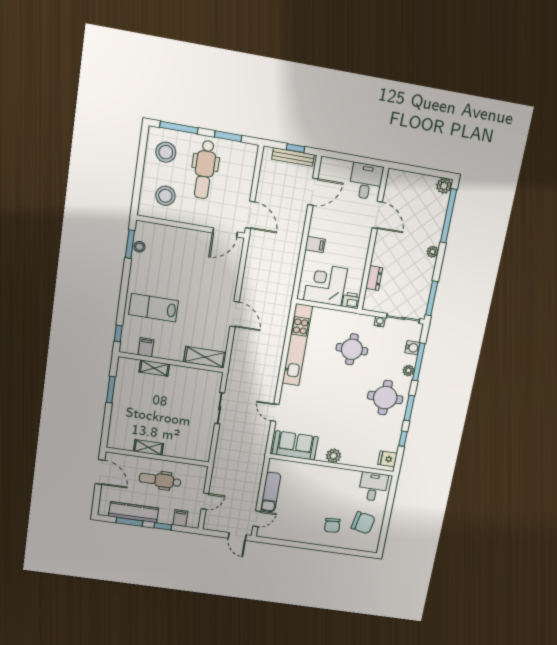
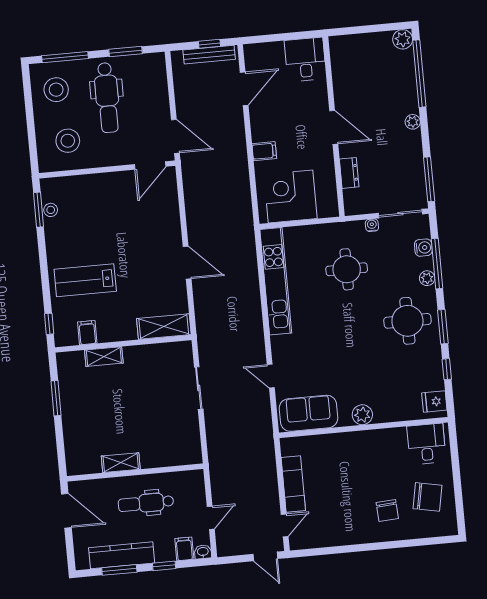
door: (377, 215) -> (334, 127), moved
printer: (351, 300) -> (328, 208), removed
washbasin: (193, 523) -> (203, 552), added

